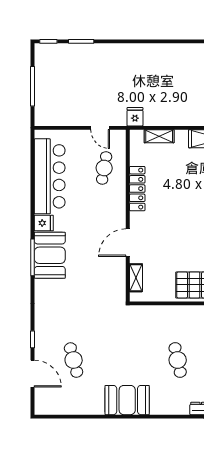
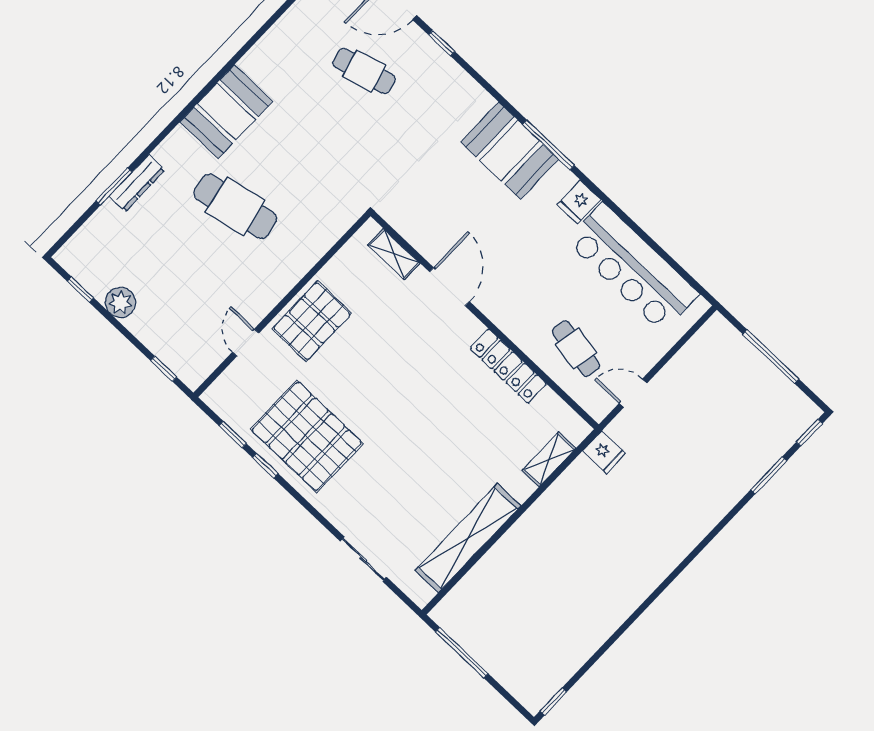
booth: (50, 255) -> (510, 151), moved
cafe table: (178, 360) -> (235, 206), width x1.37, depth x1.35
booth: (127, 400) -> (226, 112), moved

